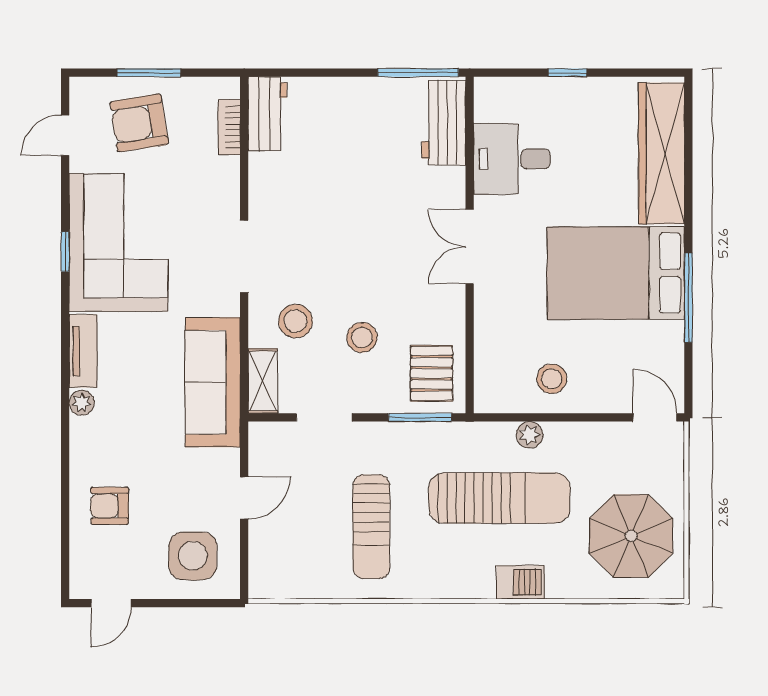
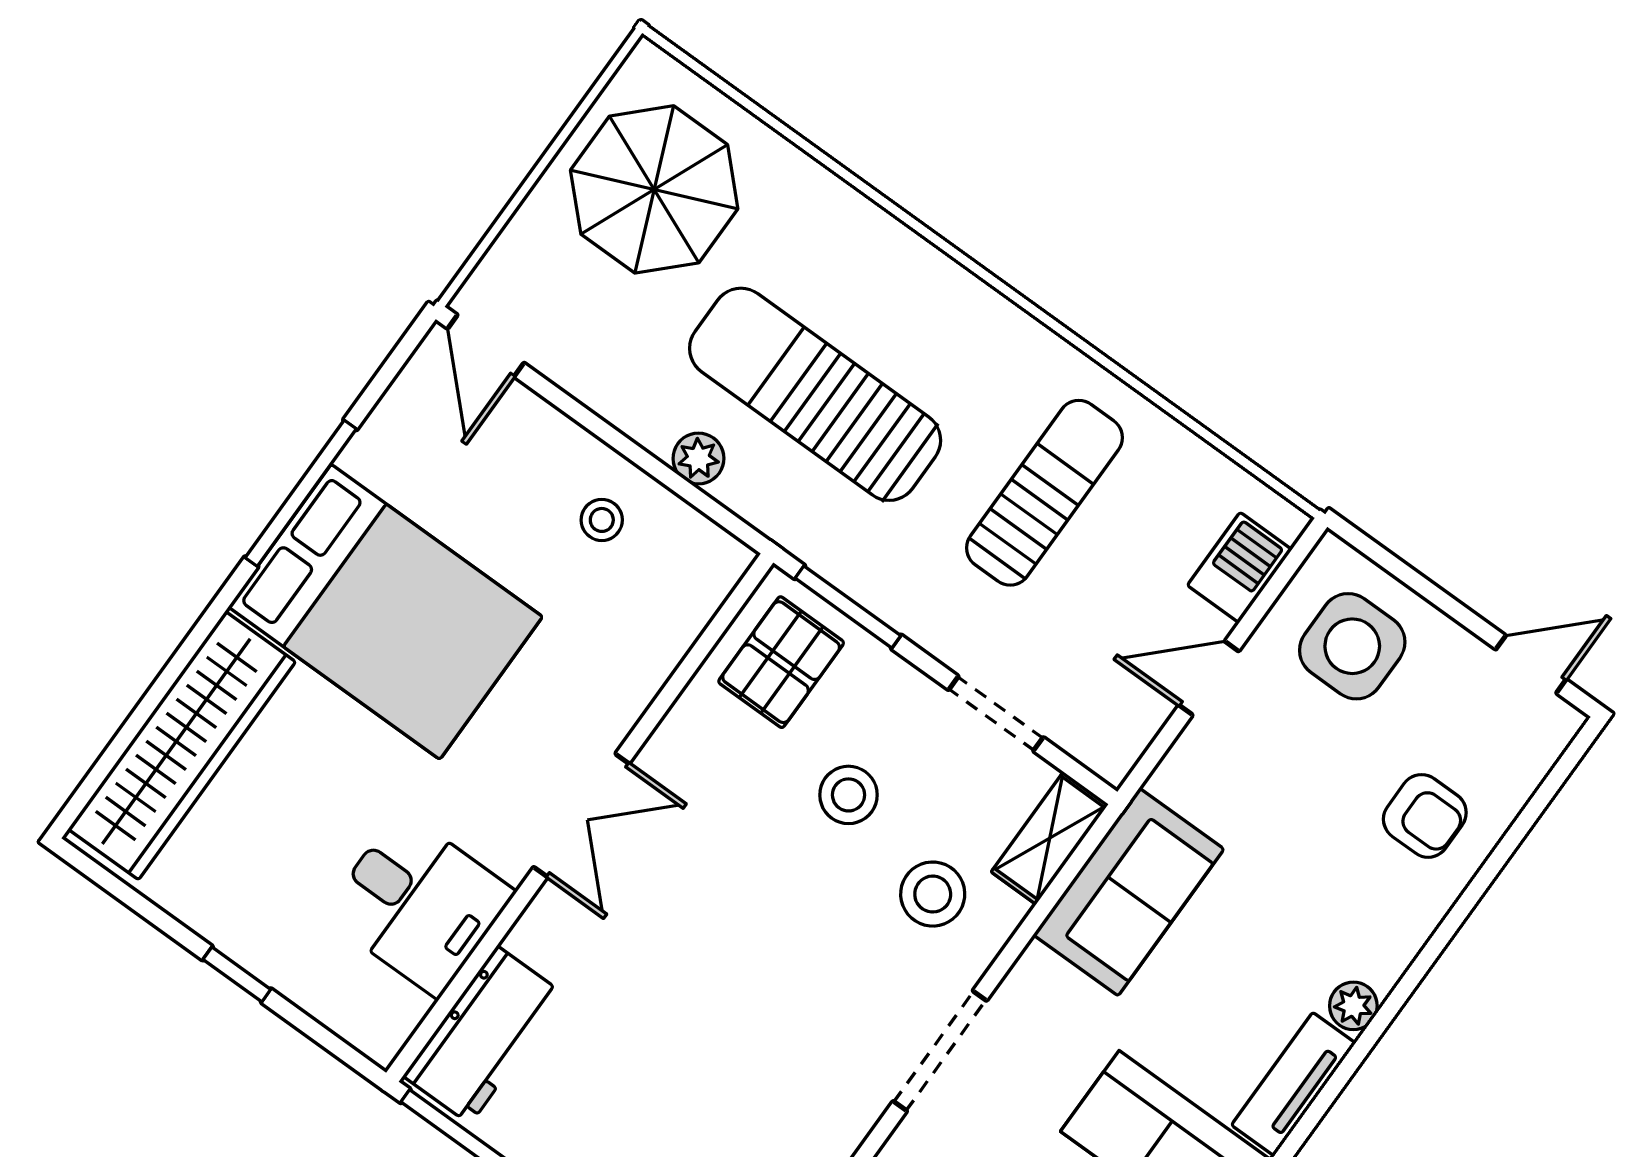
stool: (552, 379) -> (602, 520), width x0.73, depth x0.73
sofa: (213, 382) -> (1129, 892), width x0.73
barbecue: (520, 582) -> (1240, 567), moved, turned 90

